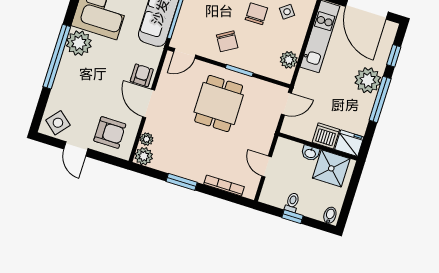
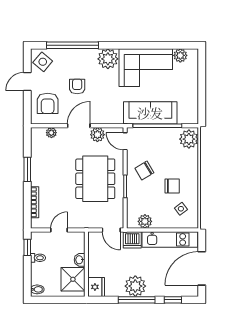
window: (57, 57) -> (72, 45), moved
armchair: (142, 75) -> (77, 86), moved, turned -90
plant: (368, 80) -> (135, 286), moved
dining table: (219, 103) -> (95, 179), width x1.38
dishwasher: (326, 136) -> (132, 240), moved, turned 90
plant: (144, 156) -> (97, 135), moved
window: (292, 217) -> (27, 247), moved

